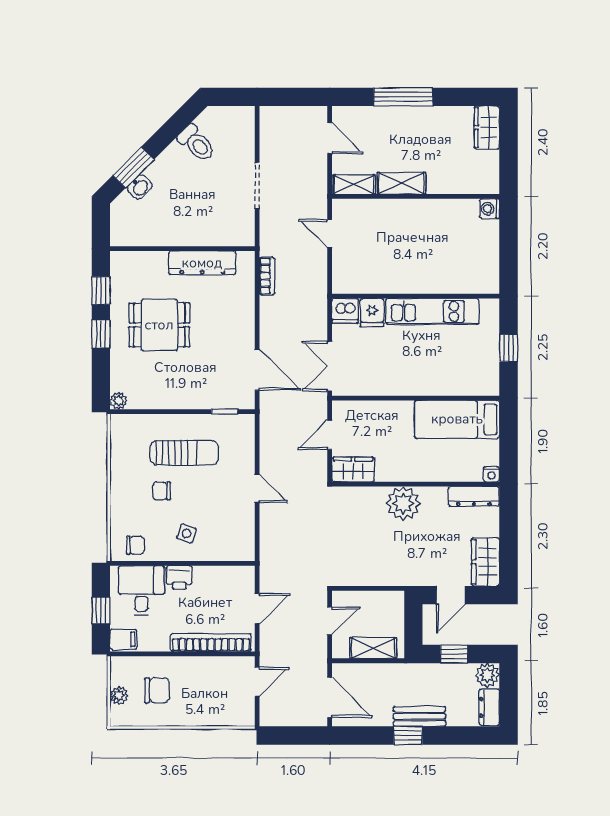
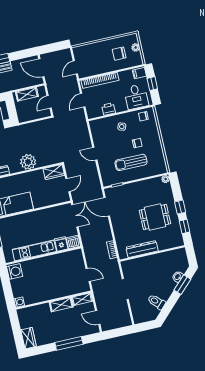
washing machine: (485, 276) -> (15, 271), added
printer: (179, 577) -> (109, 109), moved

